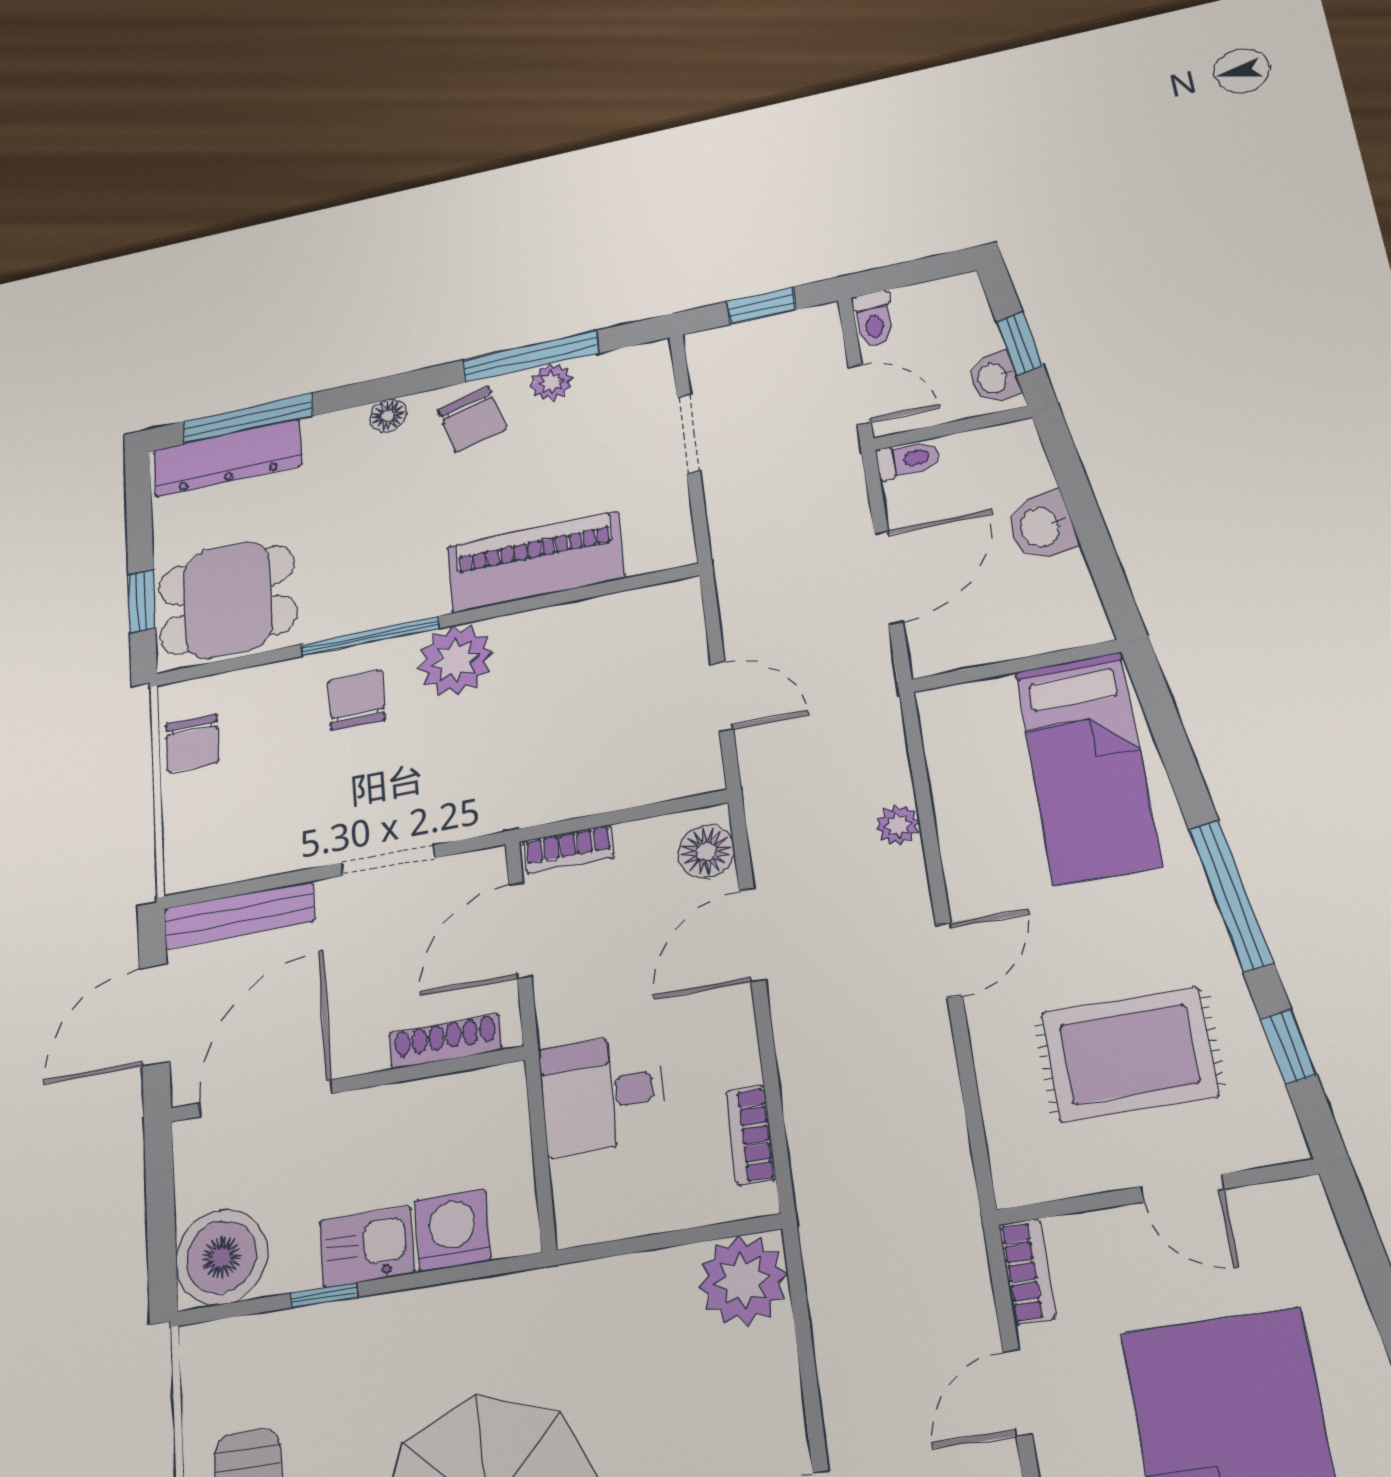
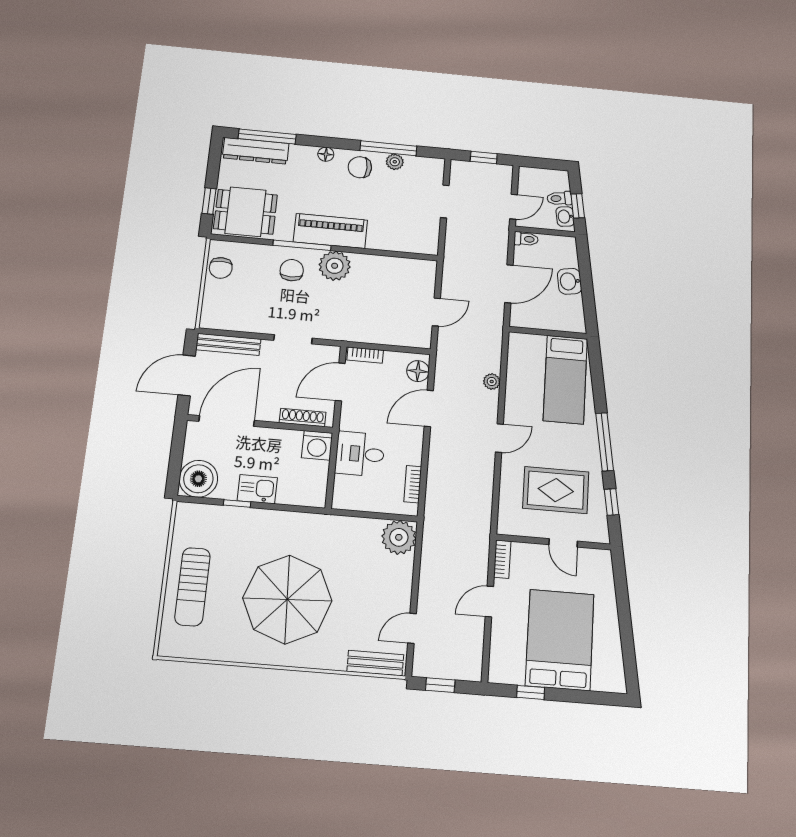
toilet: (874, 319) -> (559, 198), moved, turned 81
door: (860, 395) -> (514, 207), hinge flipped
chair: (472, 420) -> (360, 167), turned 105
piano: (535, 562) -> (330, 231), moved
door: (722, 697) -> (436, 312), hinge flipped
washing machine: (453, 1230) -> (317, 445), moved, turned 180

